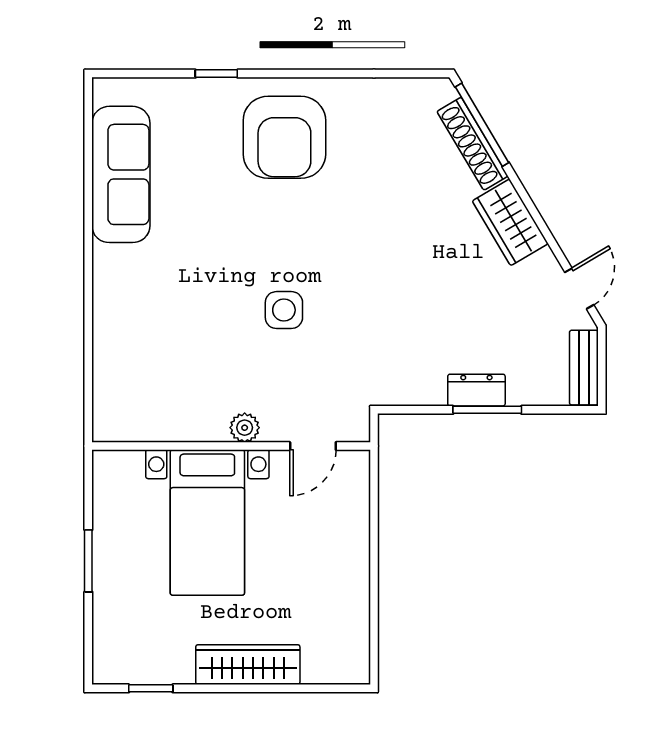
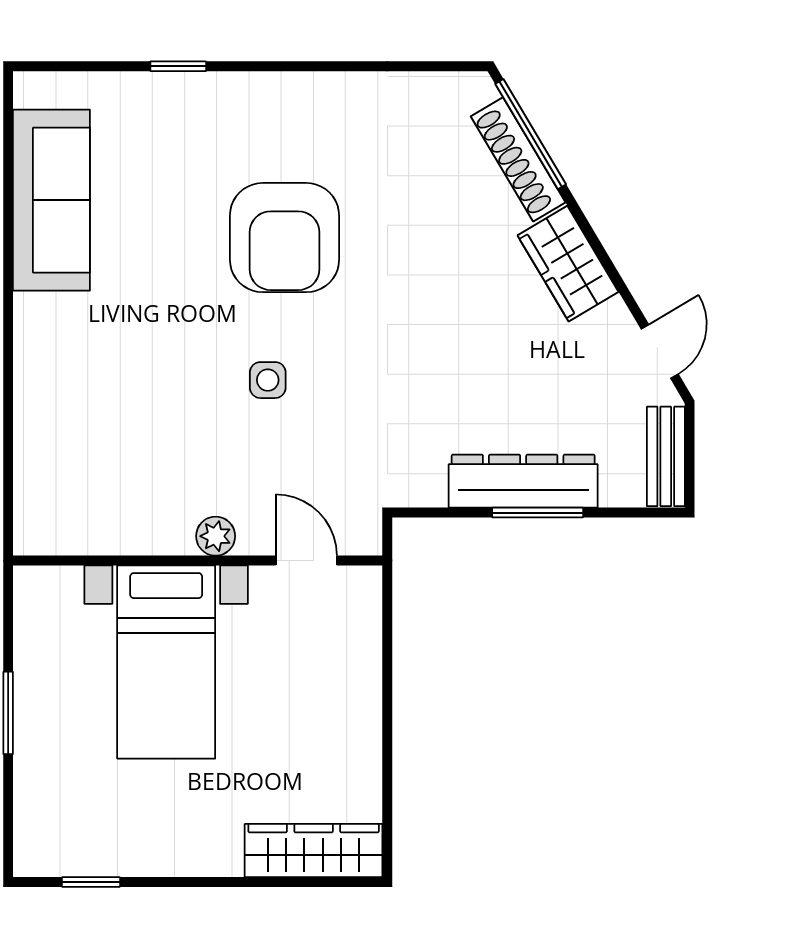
armchair: (284, 137) -> (284, 238), moved
side table: (284, 310) -> (268, 380), width x0.73, depth x0.73
dresser: (476, 390) -> (523, 481), width x1.96, depth x1.24
door: (313, 446) -> (306, 561), swing flipped
wardrobe: (248, 665) -> (314, 851), moved

